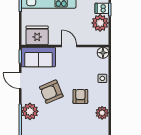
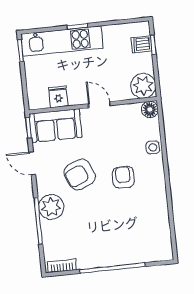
plant: (100, 23) -> (143, 86), moved
fridge: (37, 35) -> (58, 97), width x0.53, depth x0.75
plant: (102, 113) -> (158, 198), removed

